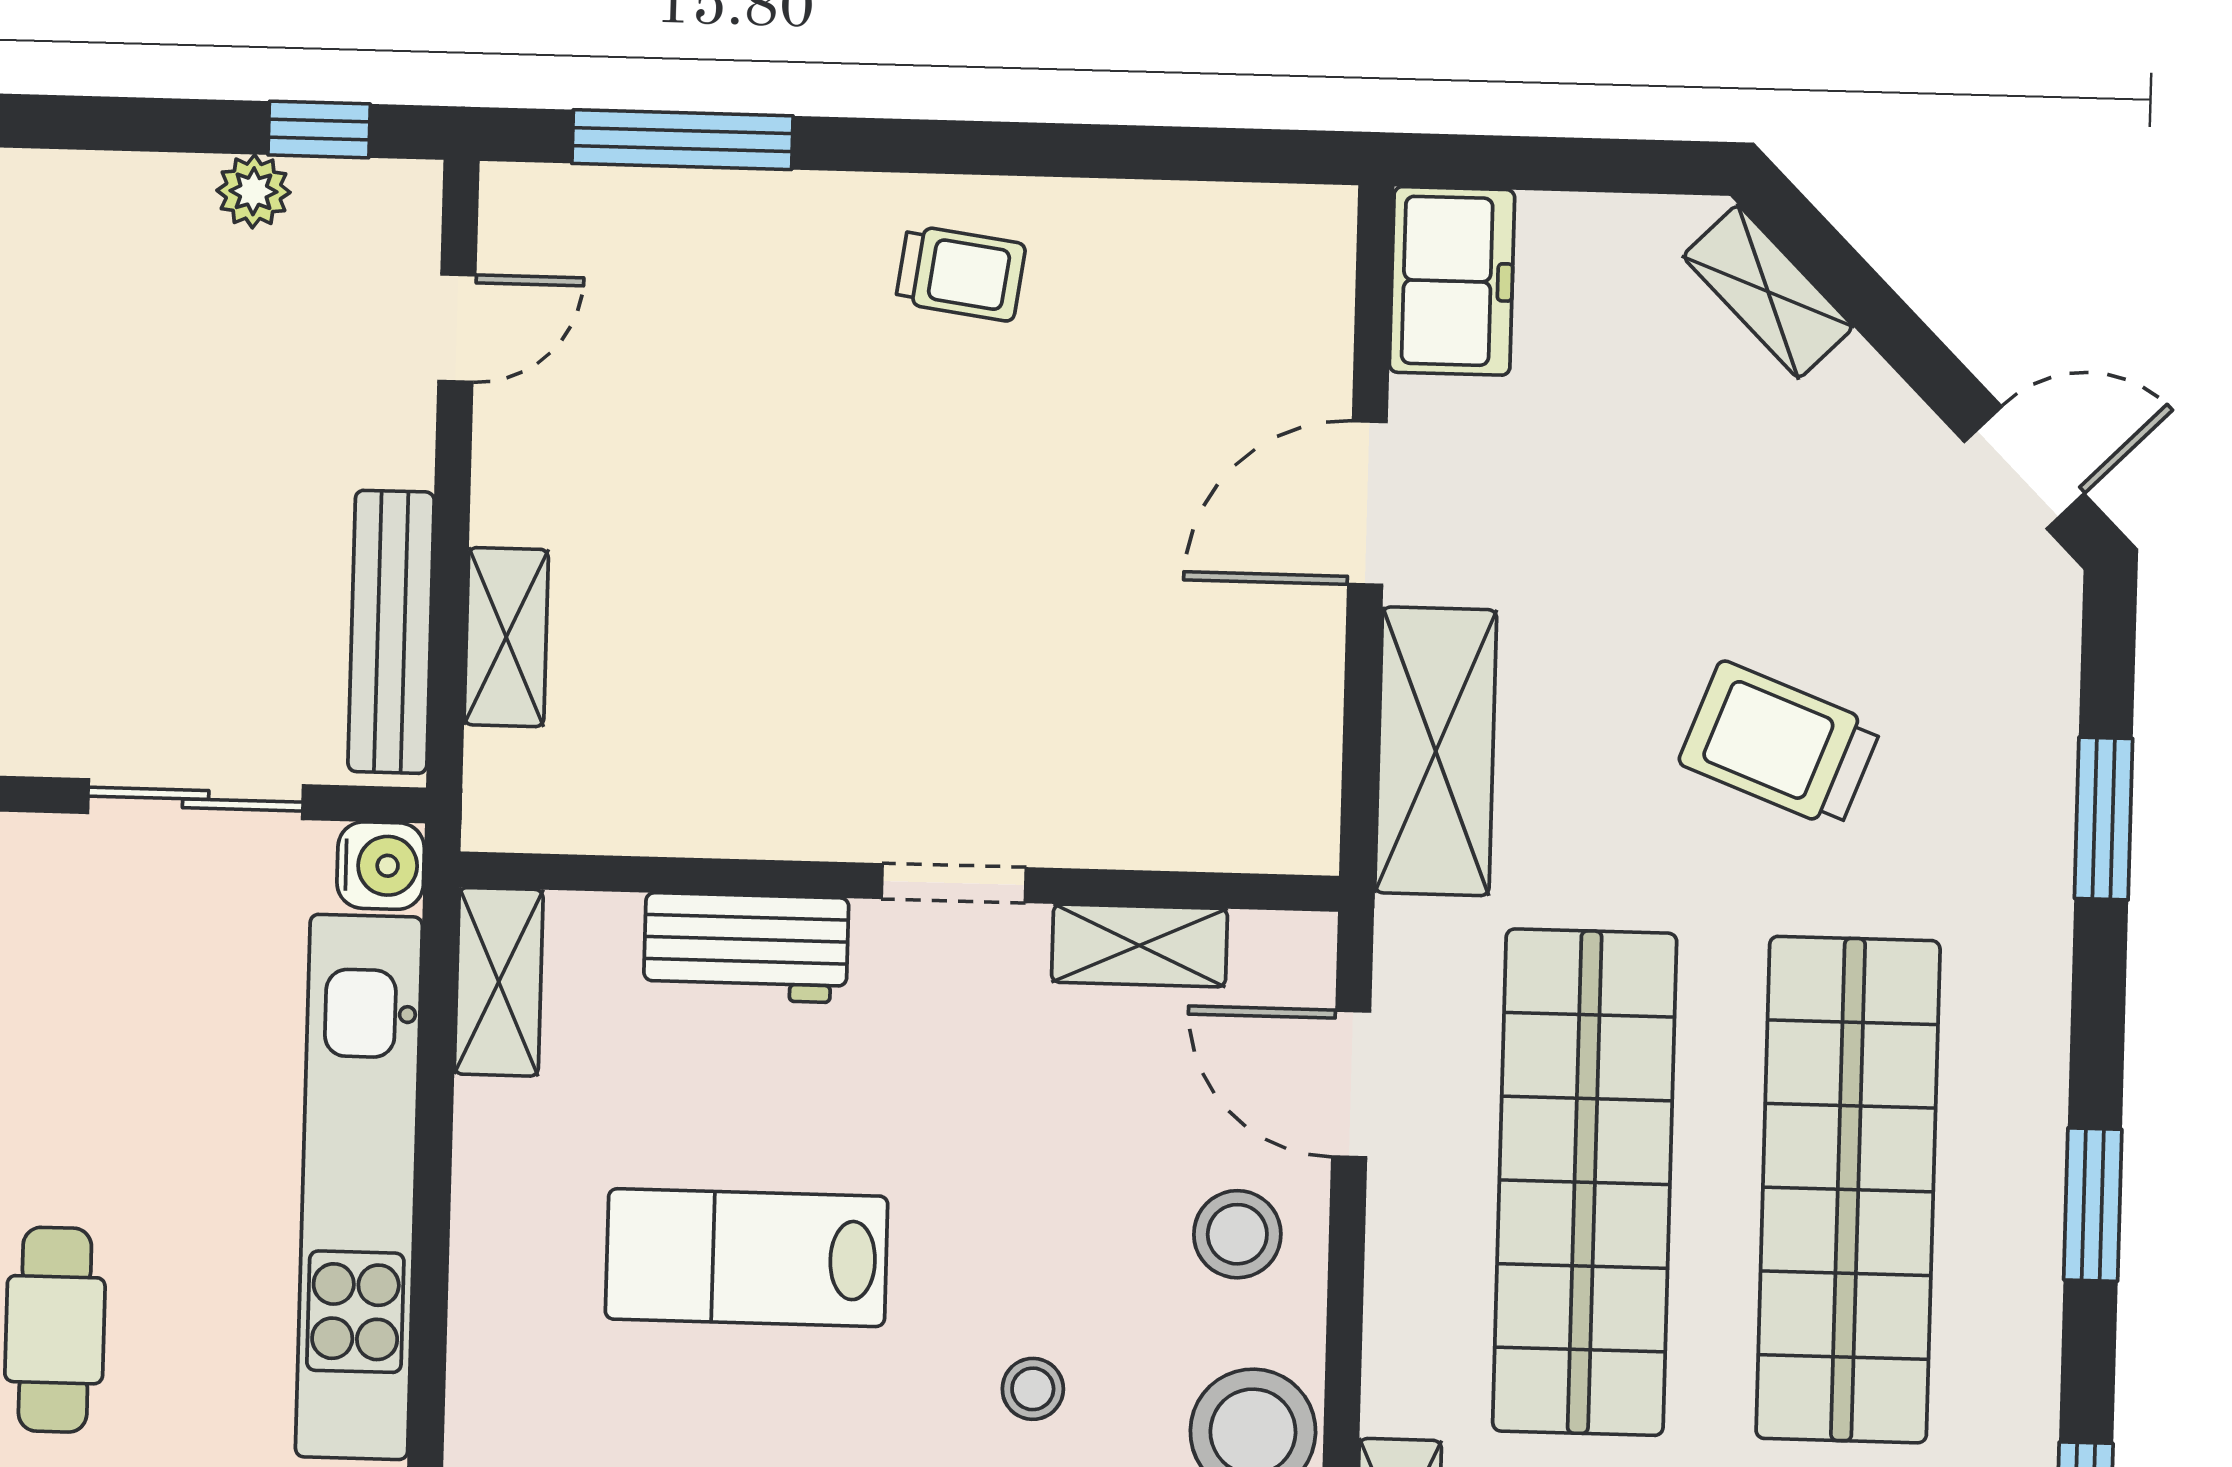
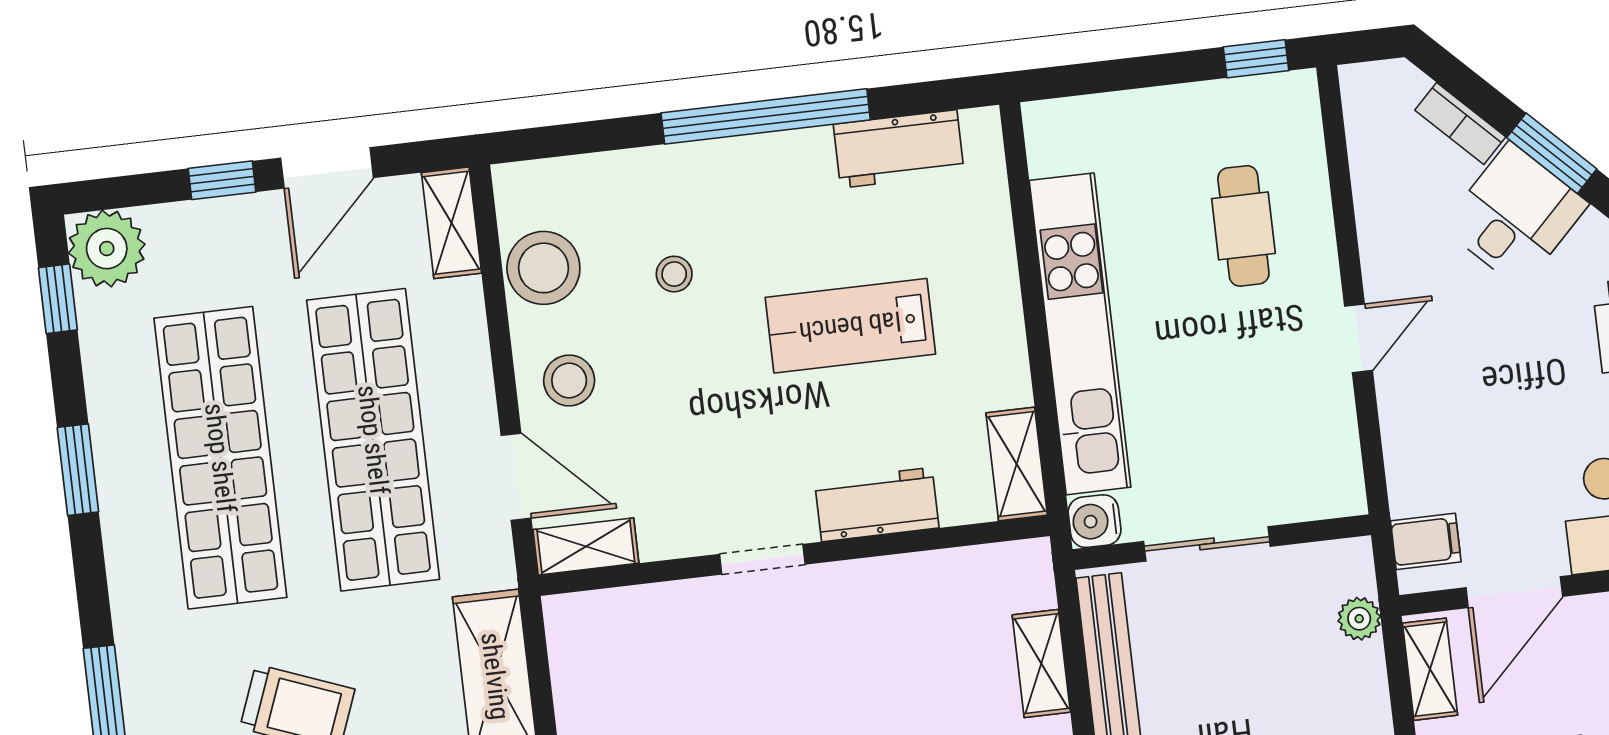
shelving: (1140, 945) -> (586, 546), moved
lab bench: (747, 1258) -> (850, 326), turned 180

